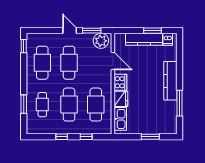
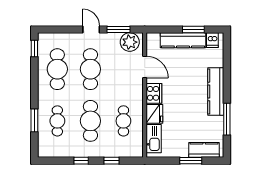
cafe table: (96, 105) -> (123, 121), width x0.73, depth x0.74
kitchen counter: (161, 128) -> (204, 150), added

